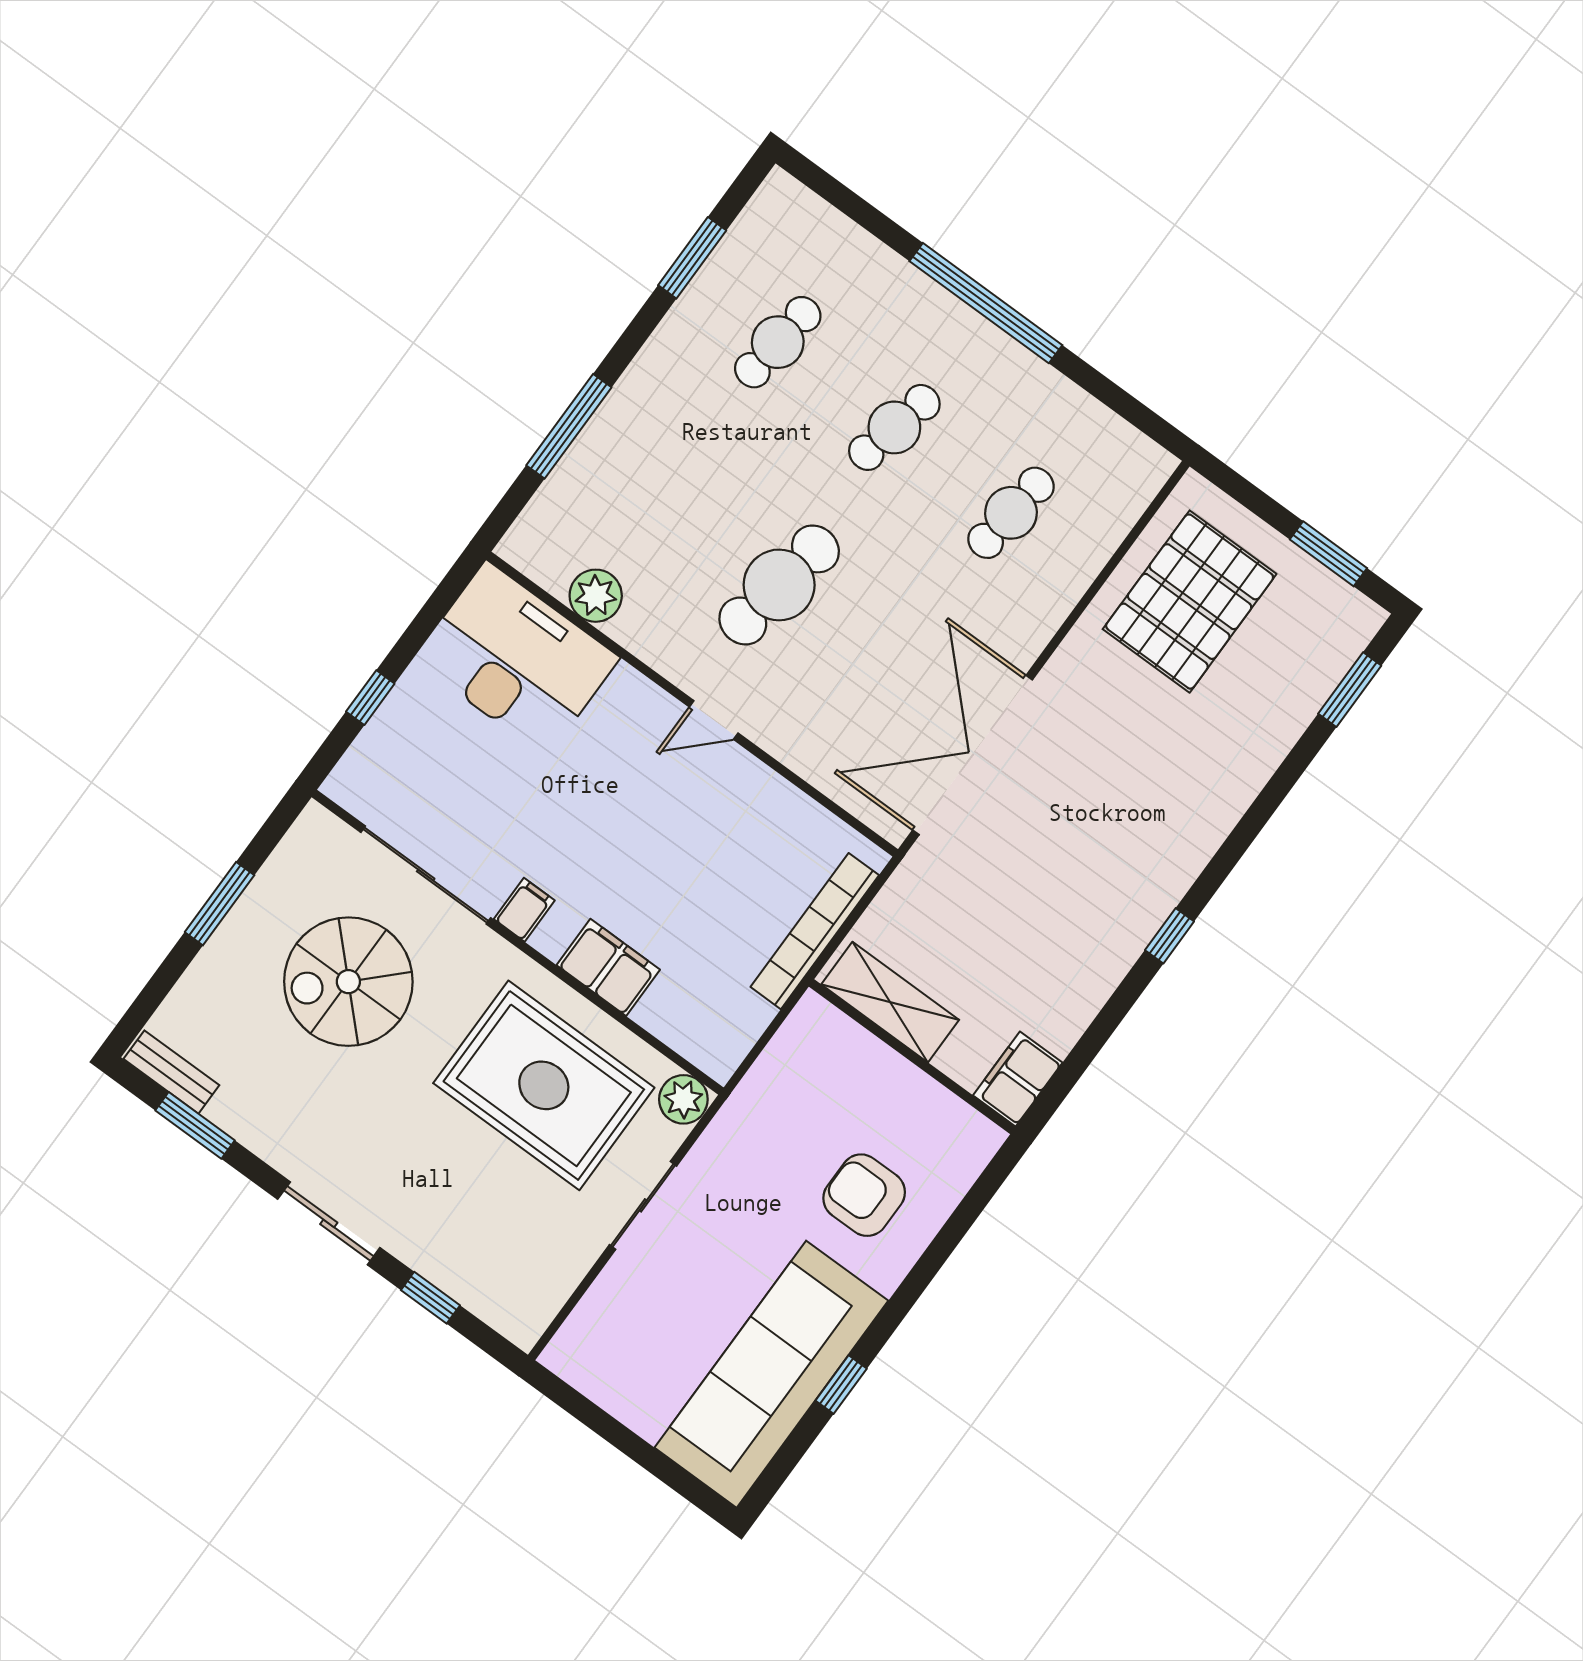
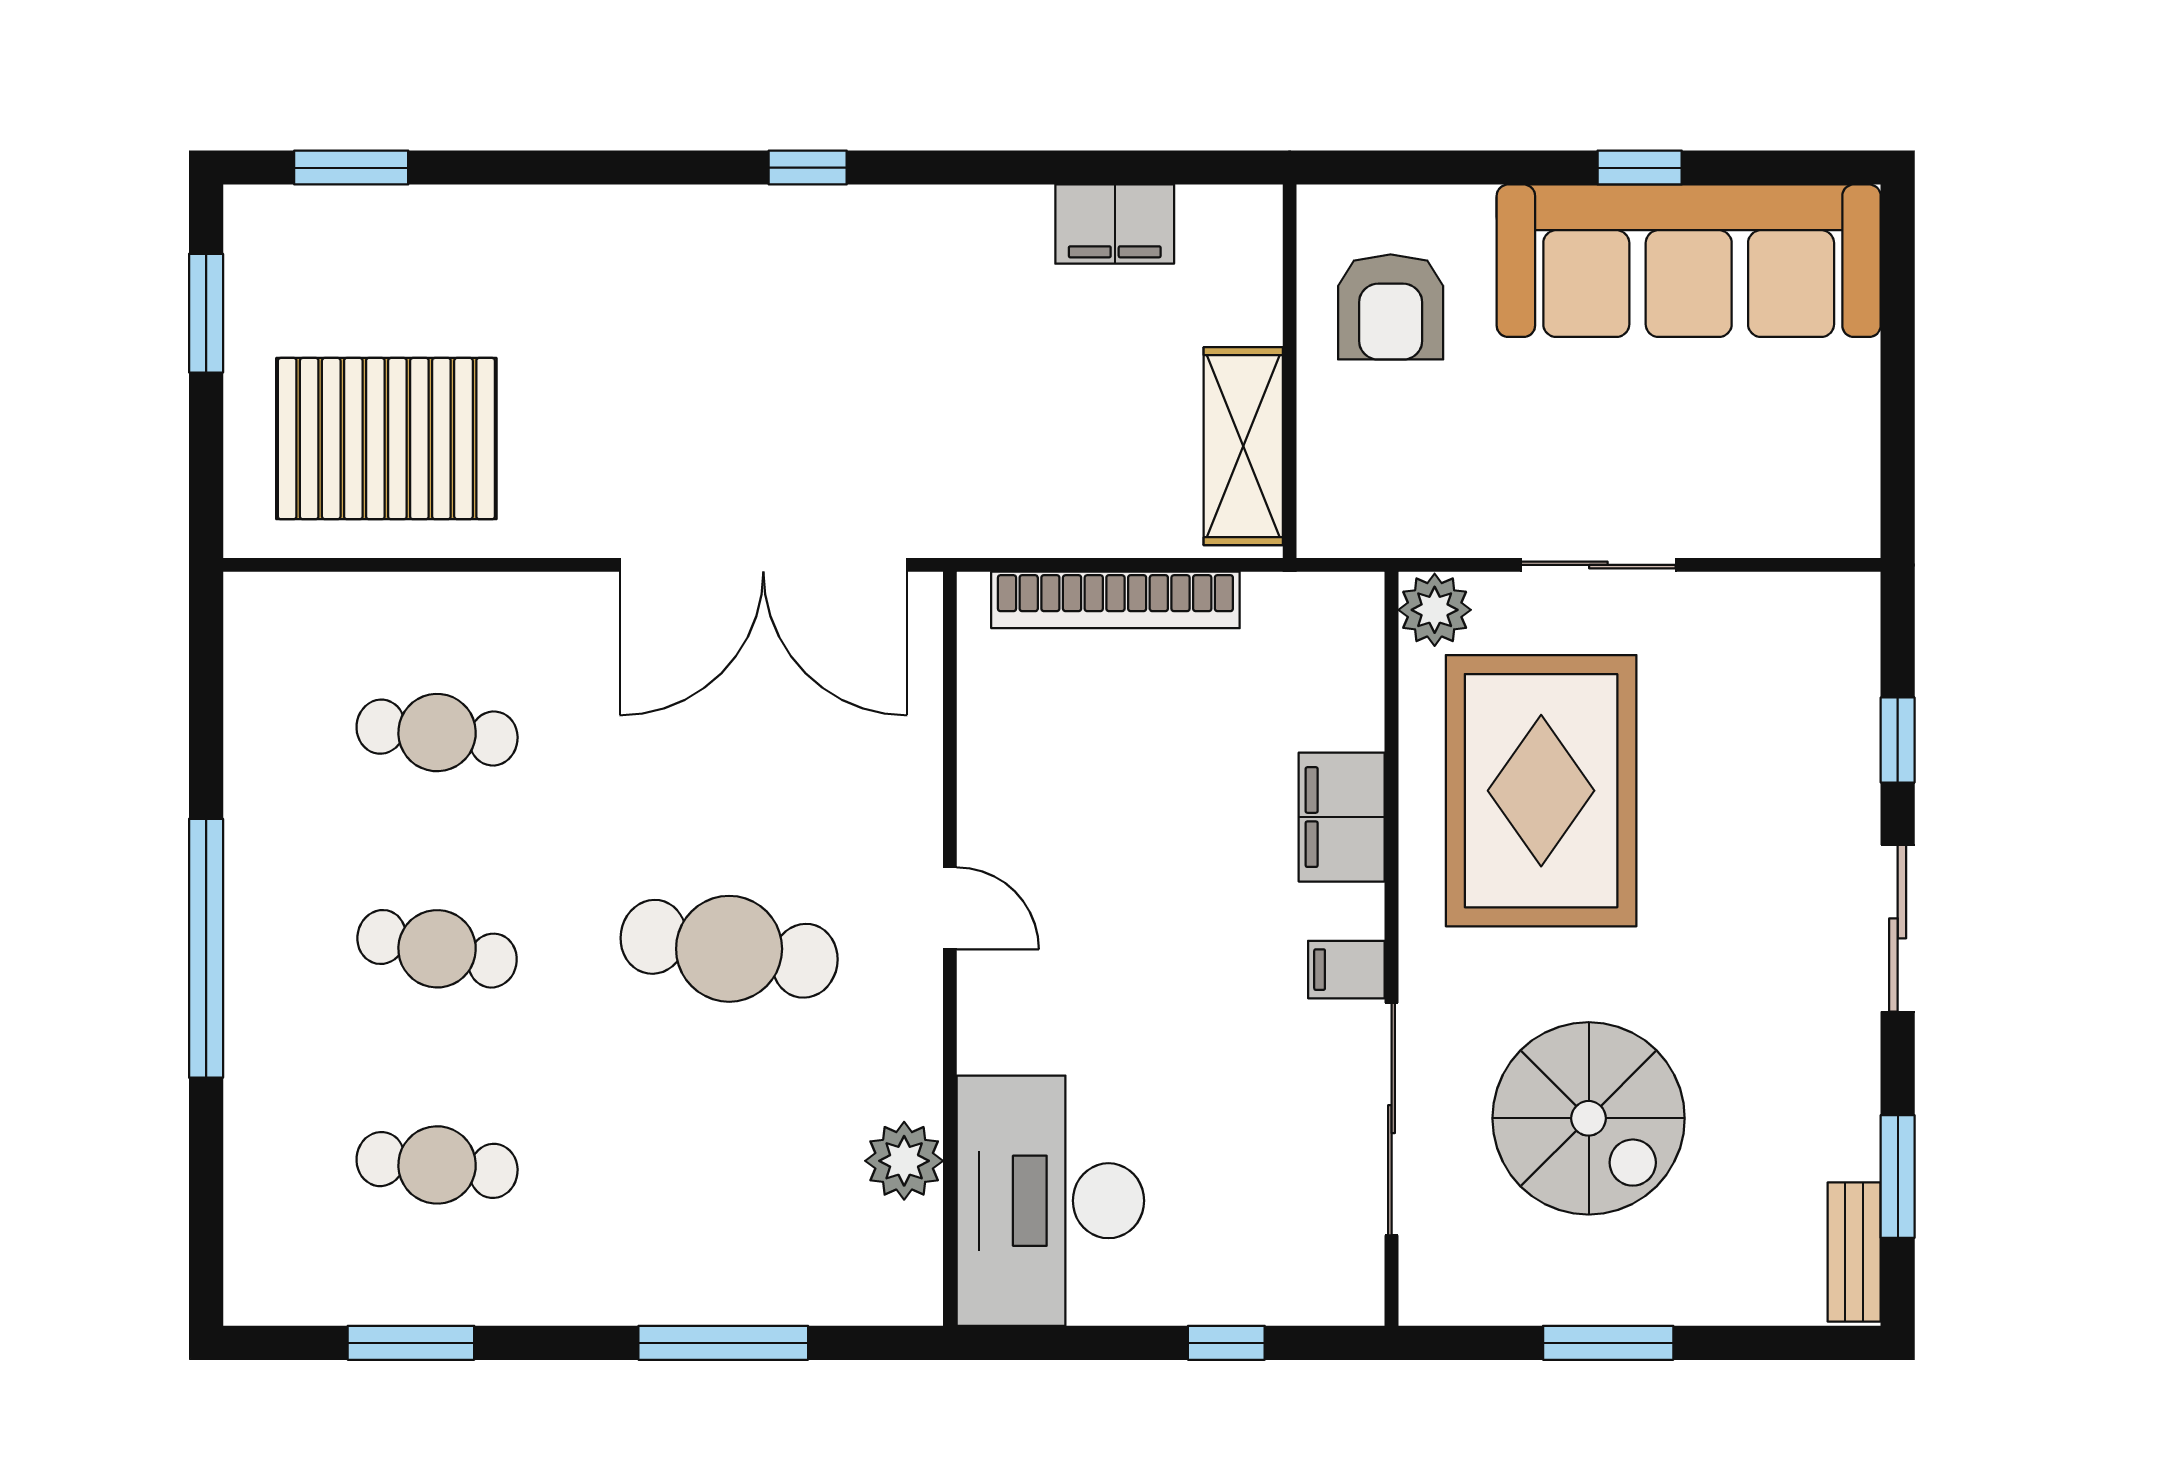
shelving: (890, 1002) -> (1243, 446), moved
wall: (912, 1057) -> (1290, 371), moved

